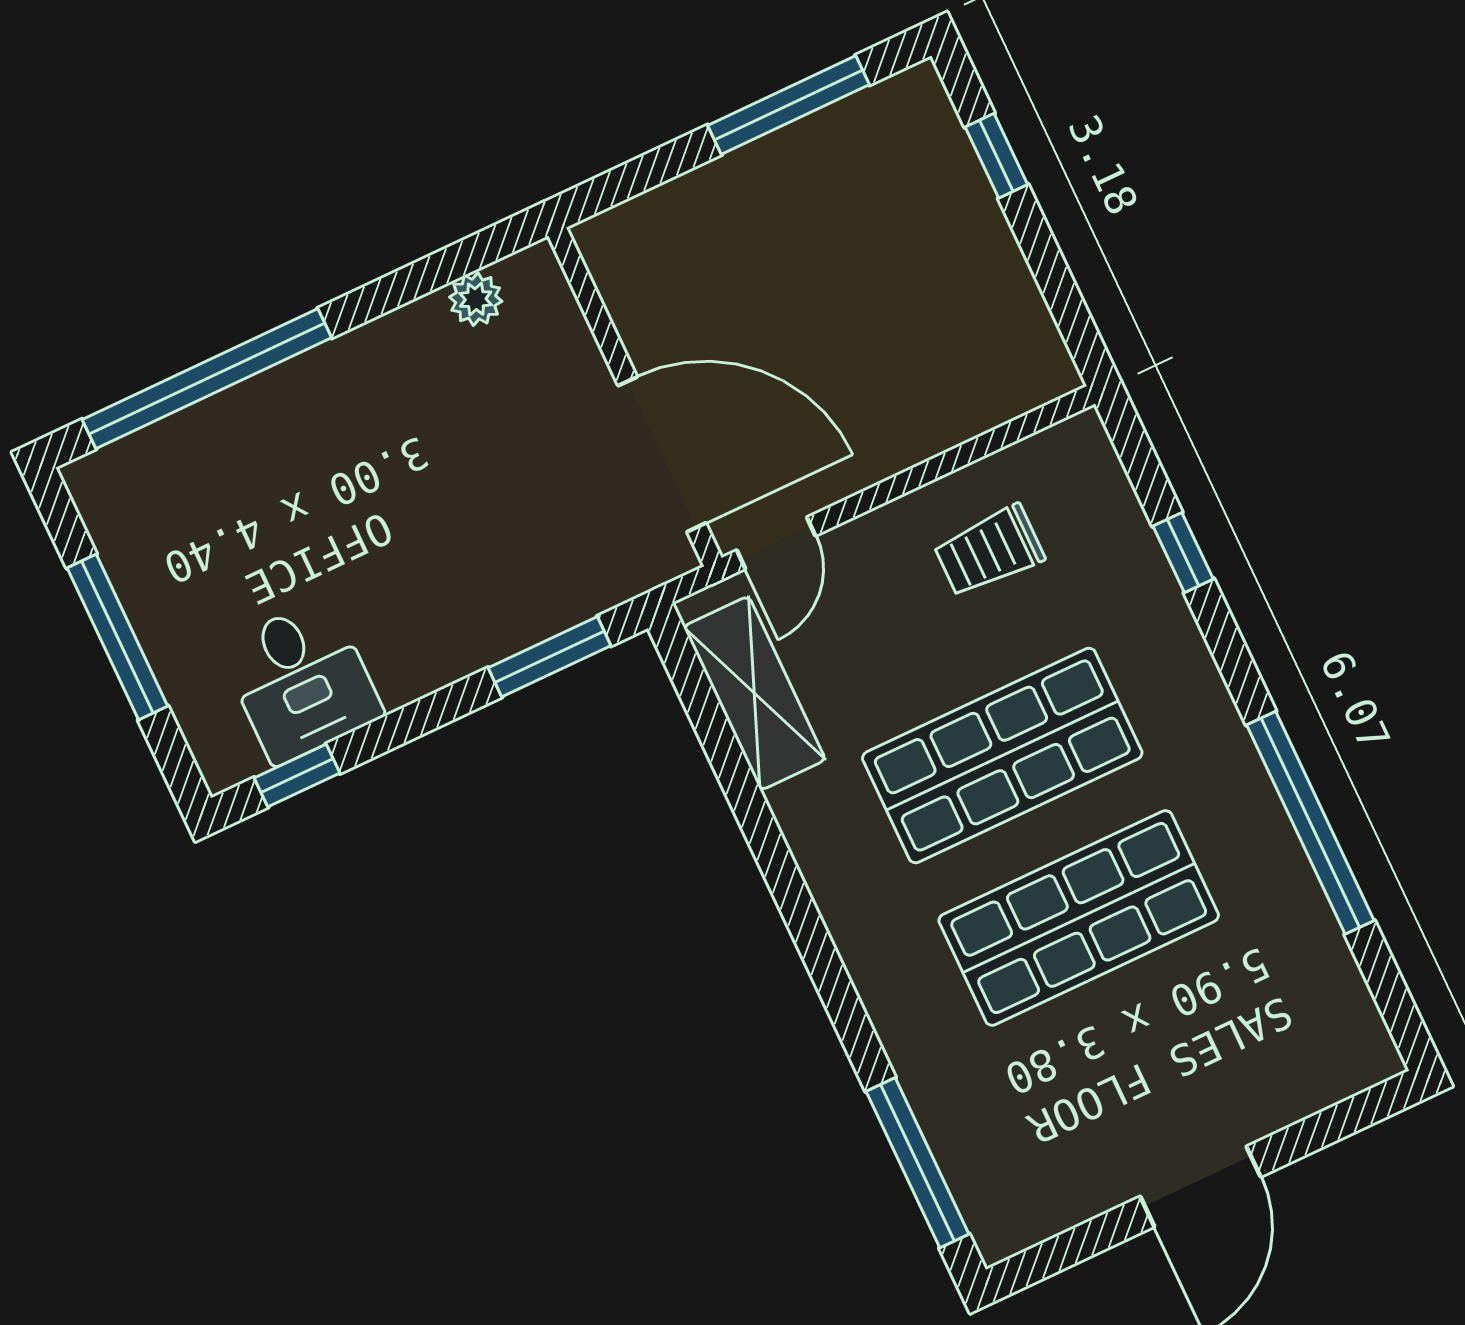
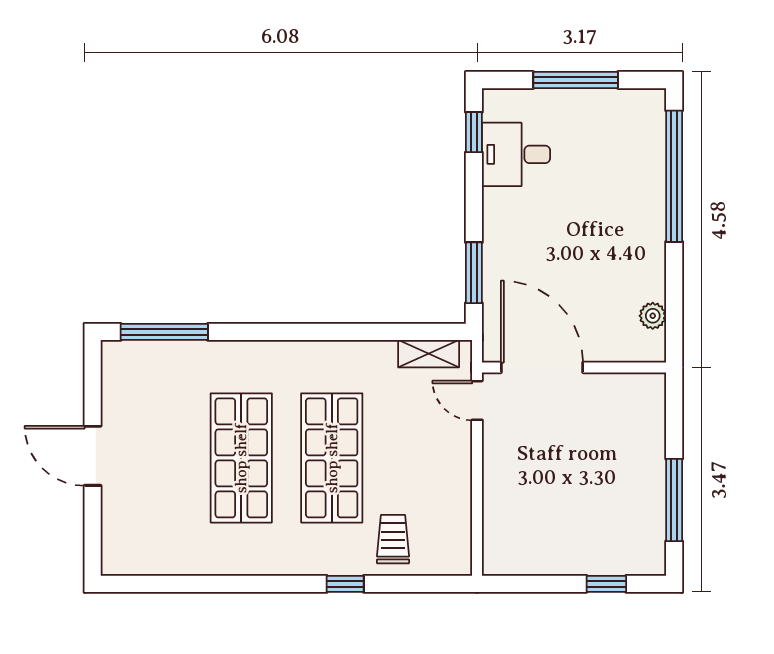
door: (662, 454) -> (542, 367), swing flipped
trolley: (989, 551) -> (393, 539), moved
window: (1183, 553) -> (345, 584), moved
shelving: (754, 693) -> (429, 354), width x0.67, depth x0.75
window: (1310, 823) -> (235, 584), removed

